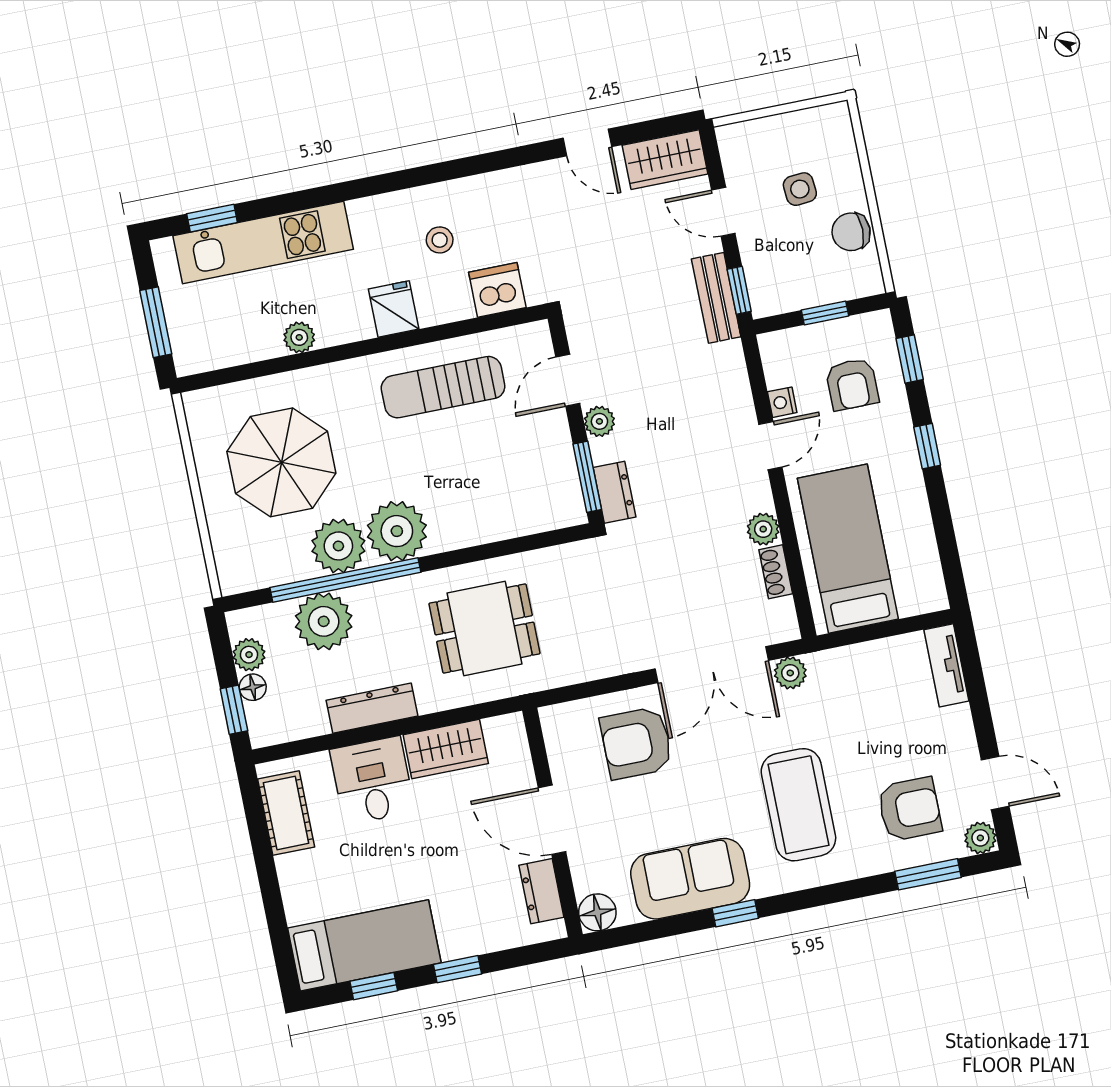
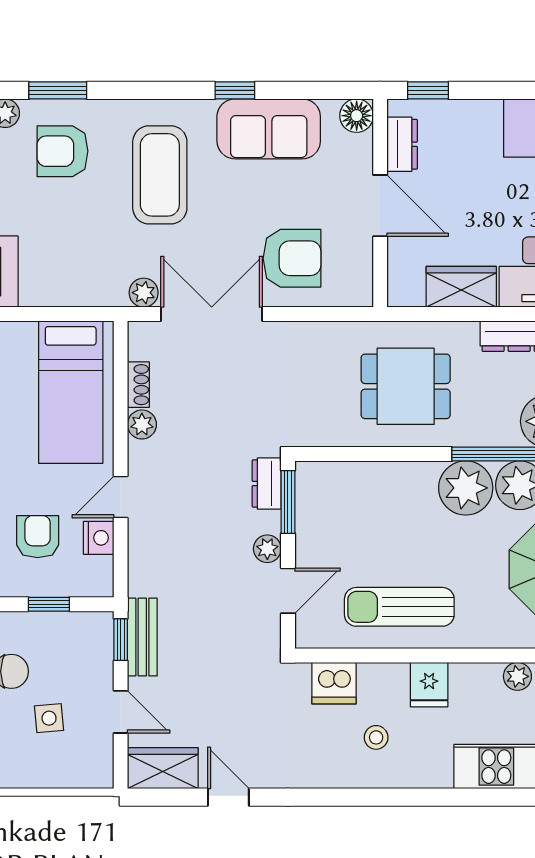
sun lounger: (443, 387) -> (399, 607), turned 180
nightstand: (782, 402) -> (99, 538), width x1.39, depth x1.35
window: (457, 969) -> (428, 90), moved

